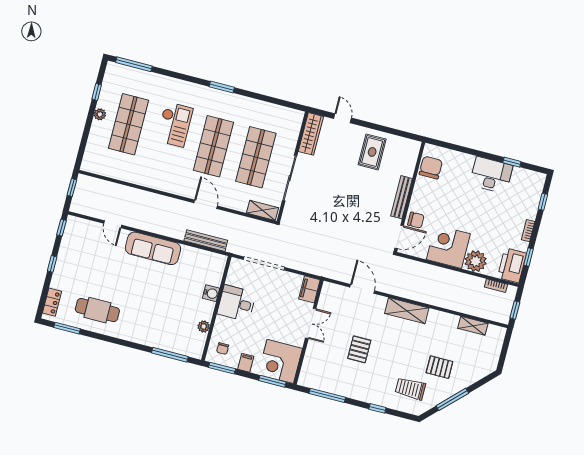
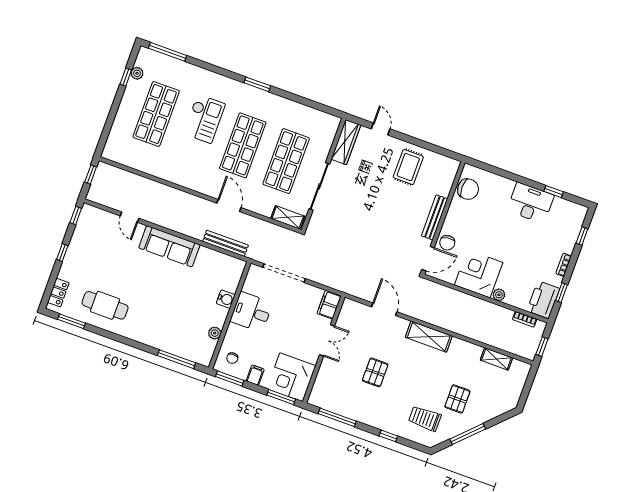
plant: (100, 114) -> (137, 73), moved
chair: (431, 168) -> (468, 189), turned 90
chair: (416, 220) -> (447, 243), turned 82
plant: (476, 261) -> (499, 295), width x0.53, depth x0.53
pallet: (439, 367) -> (457, 399), turned 90

